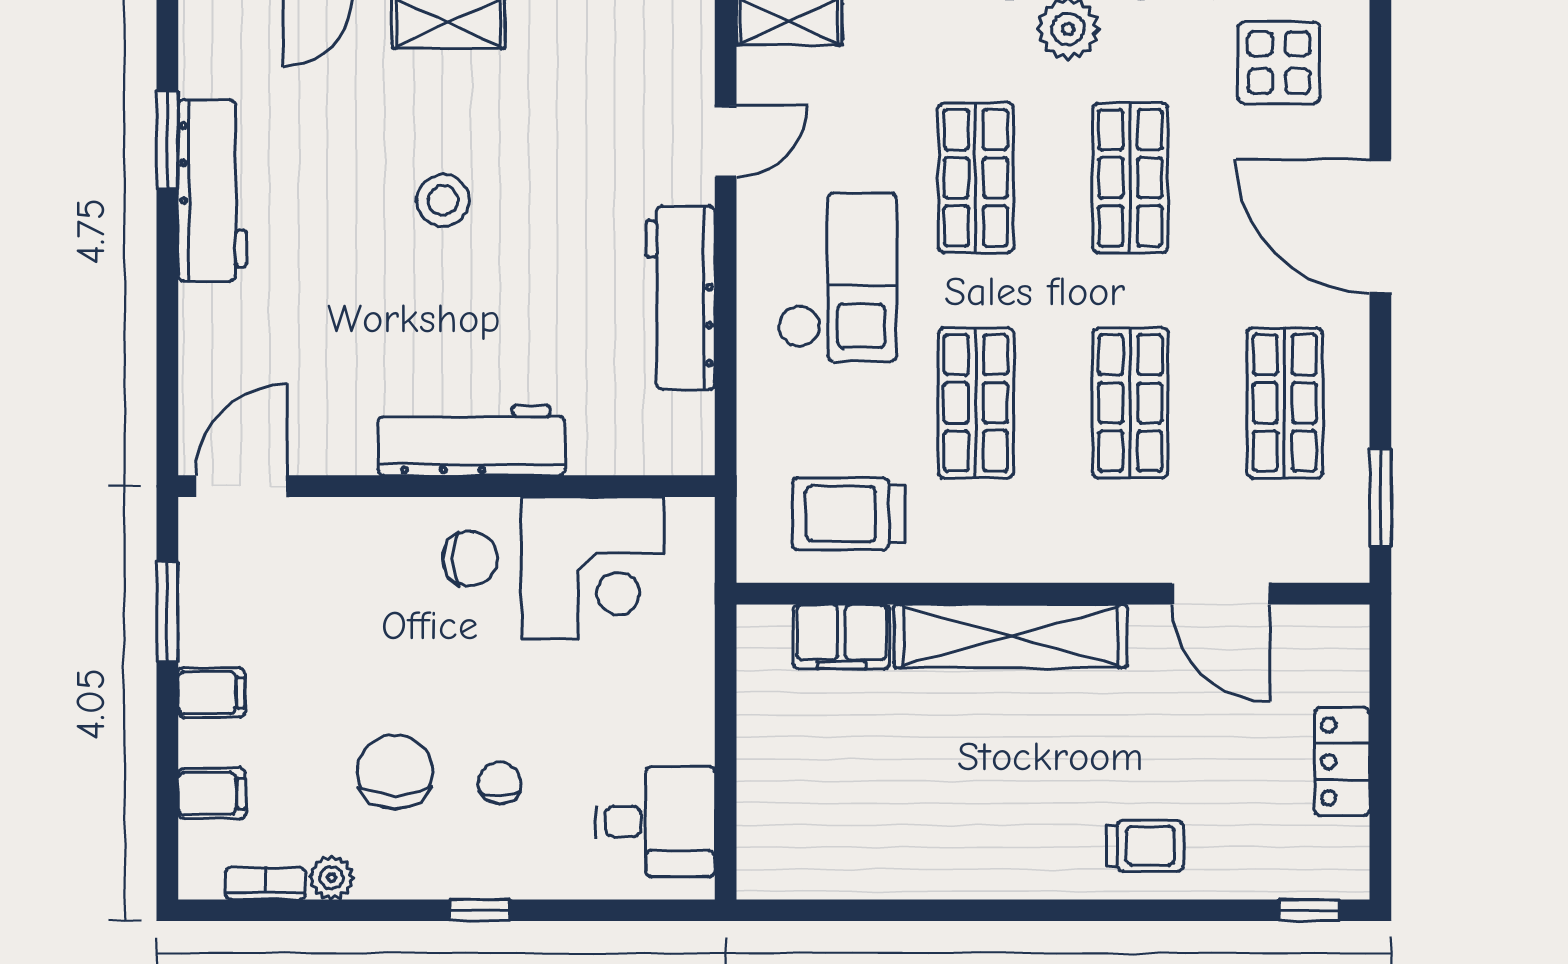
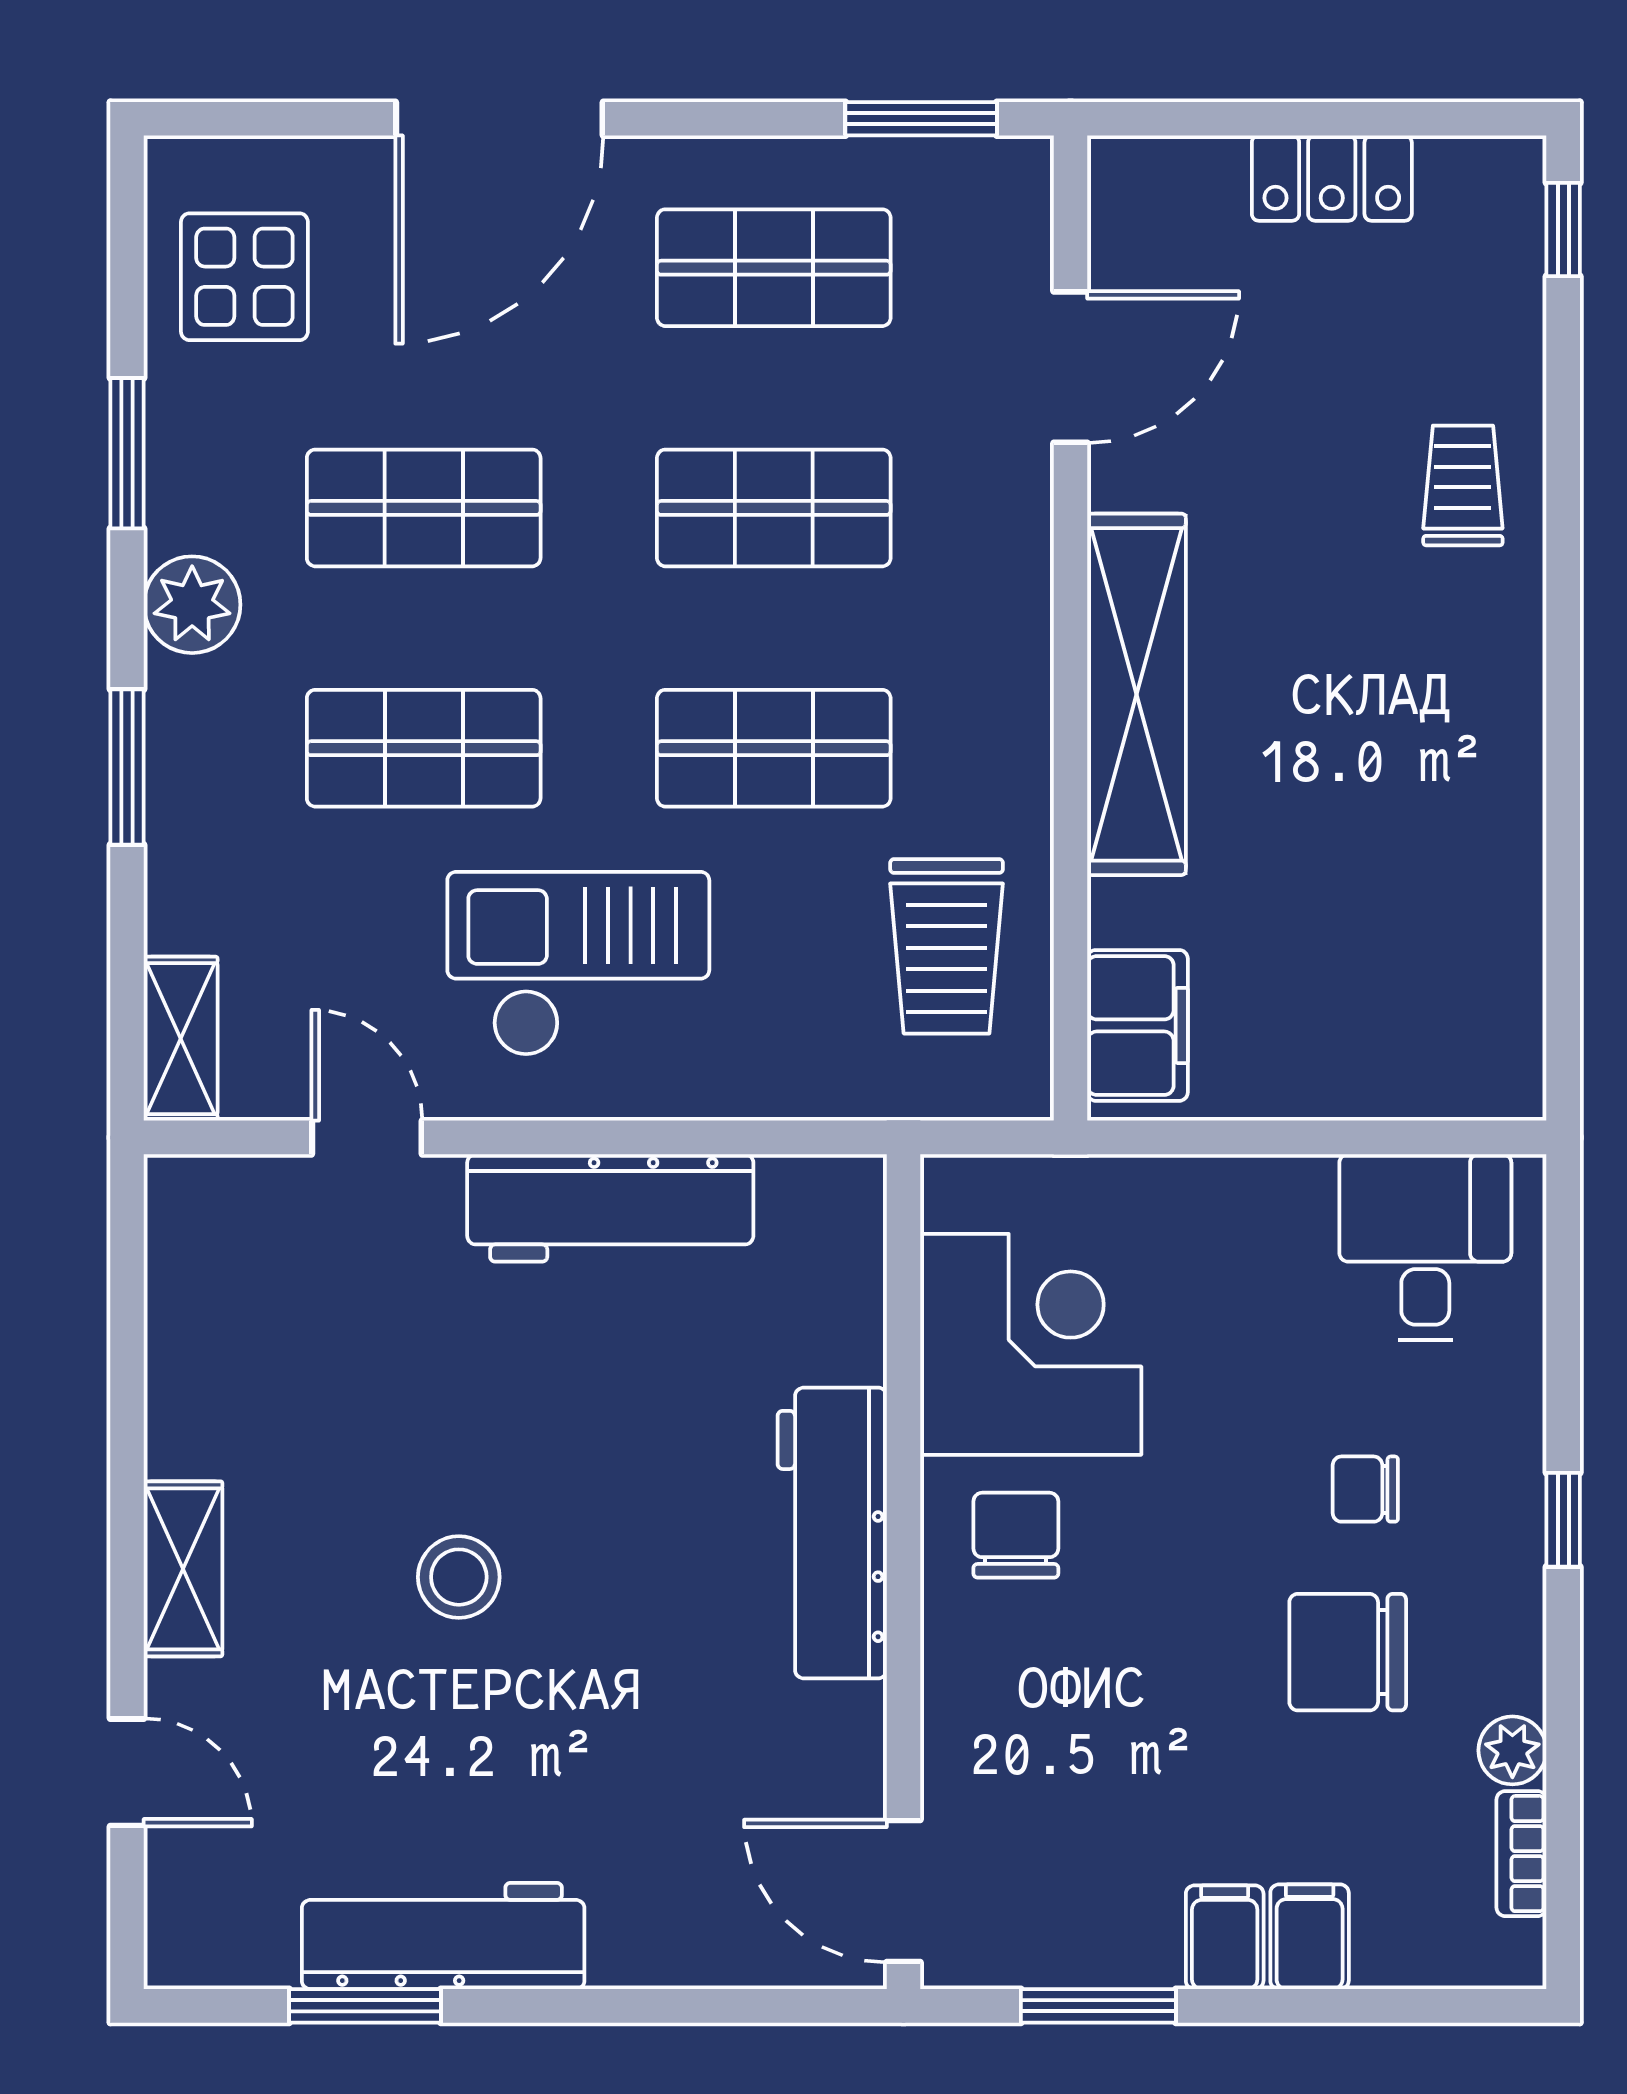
filing cabinet: (842, 637) -> (1137, 1025), moved
filing cabinet: (212, 794) -> (1310, 1937), moved

